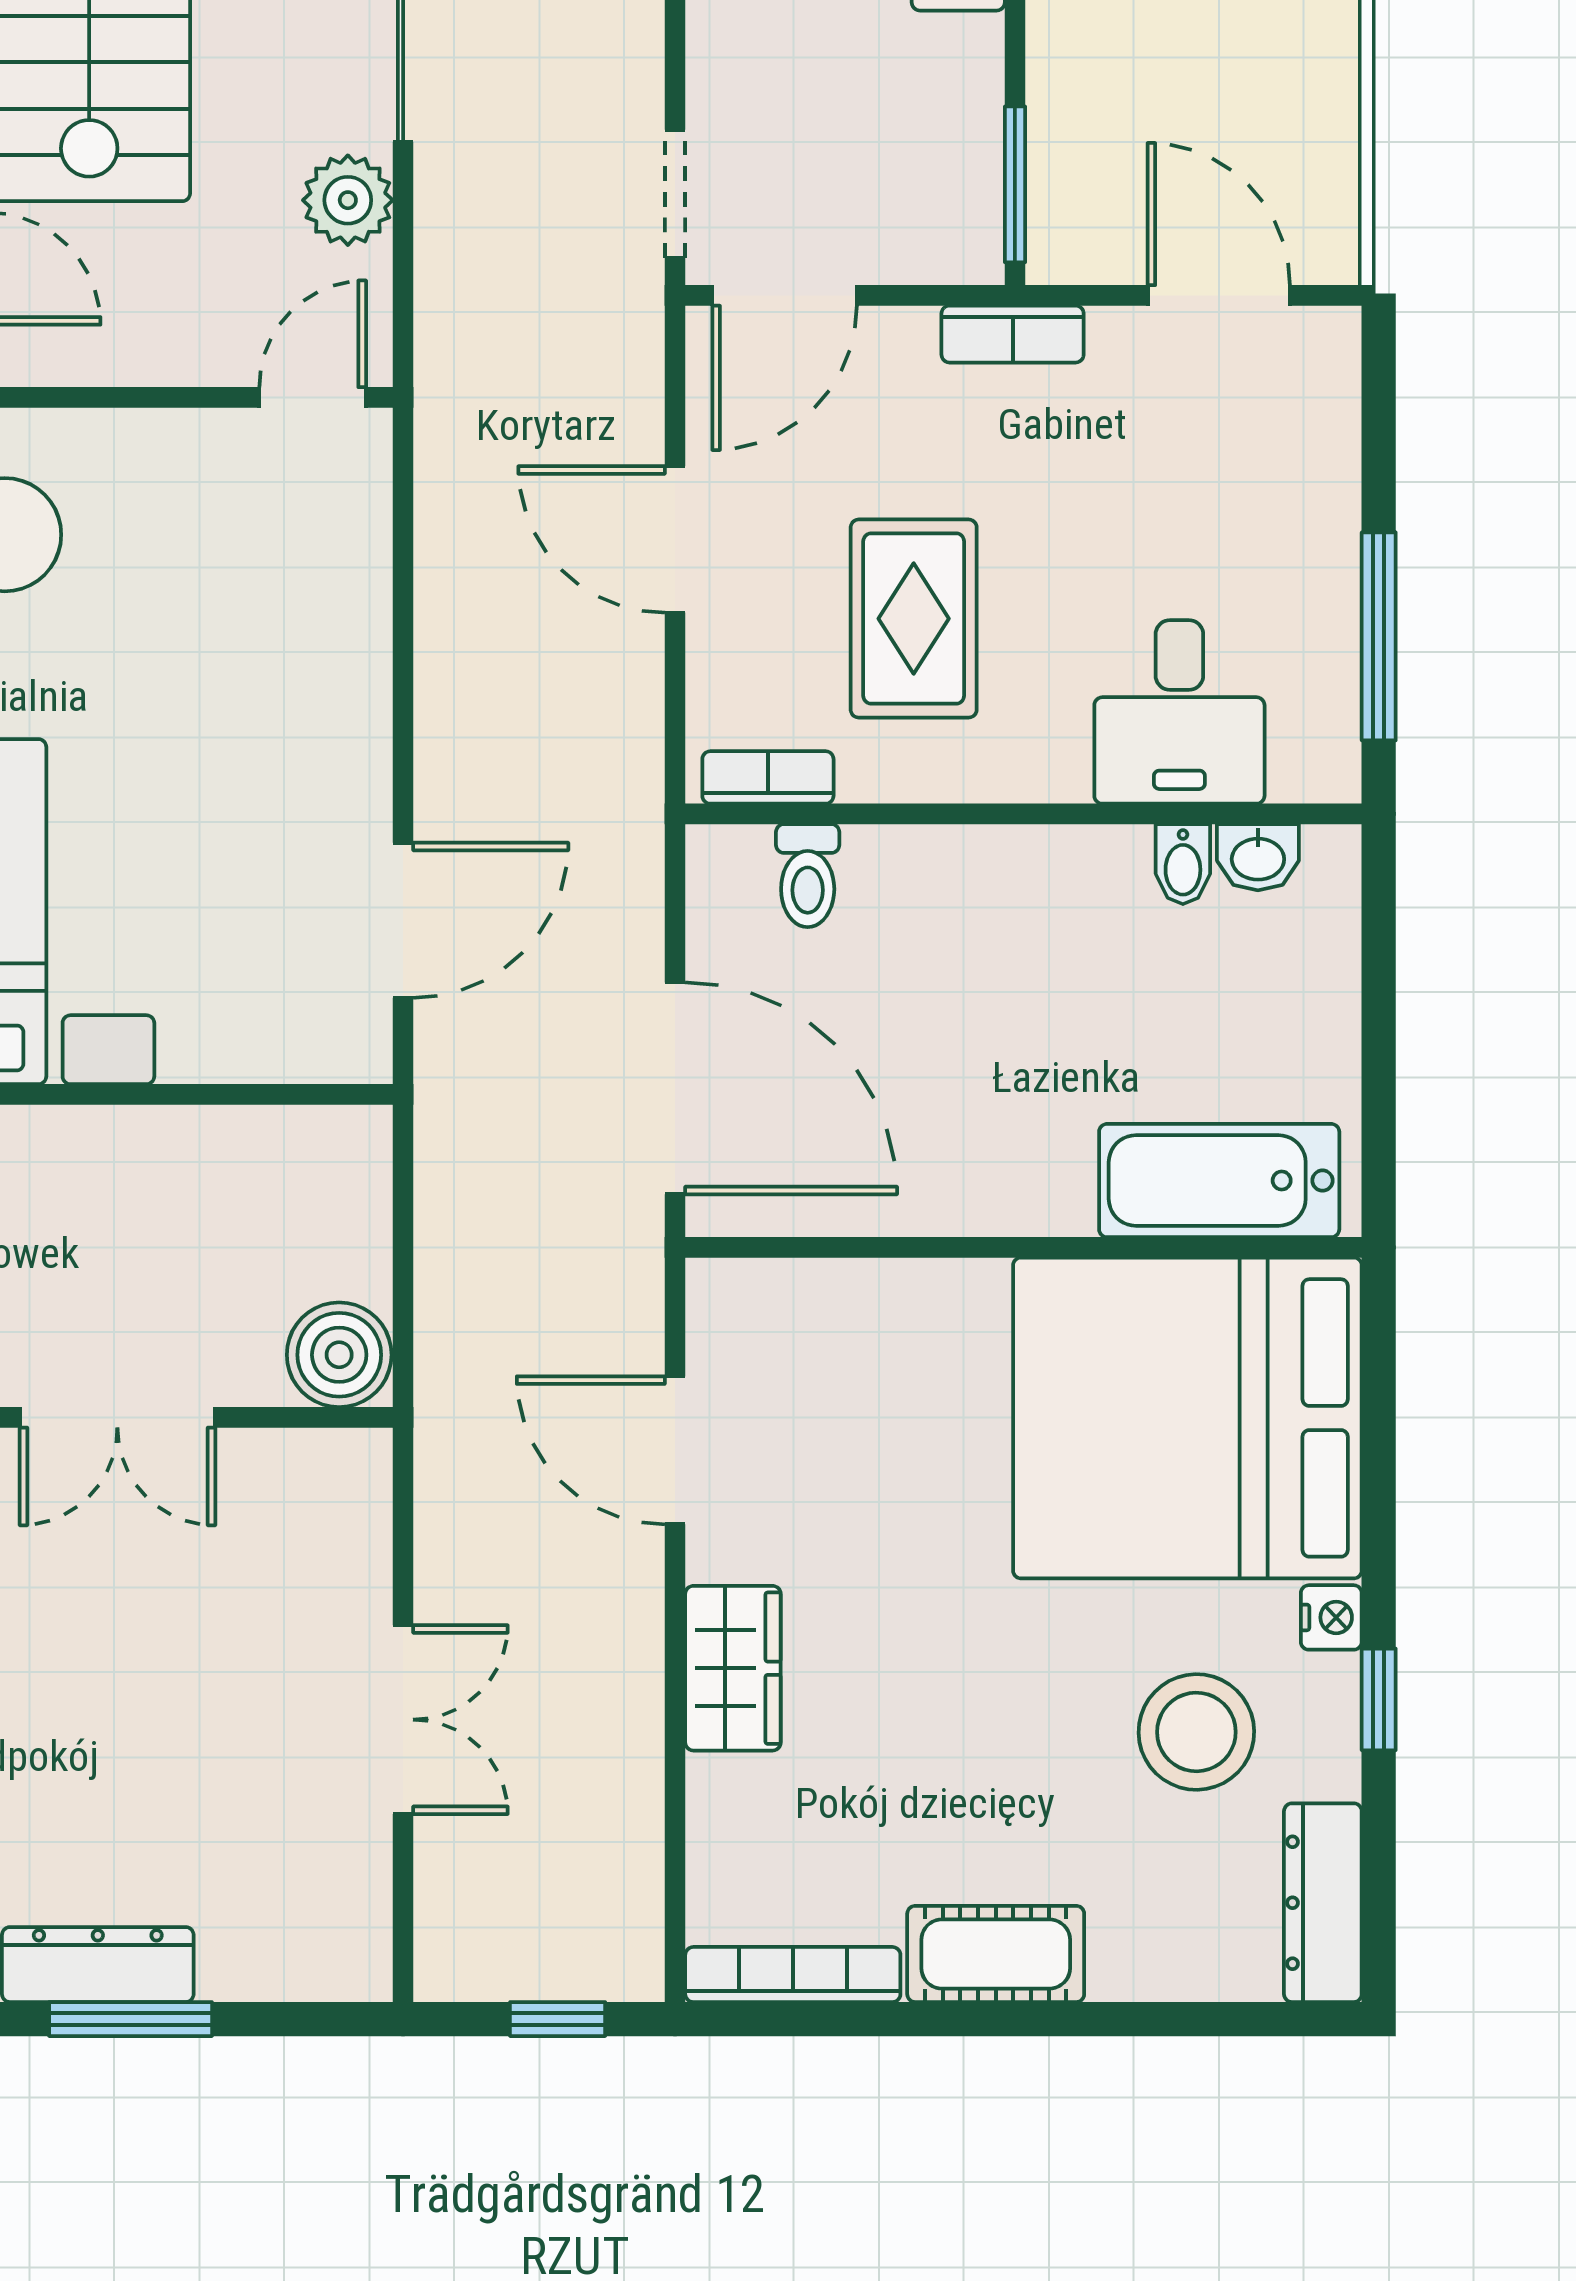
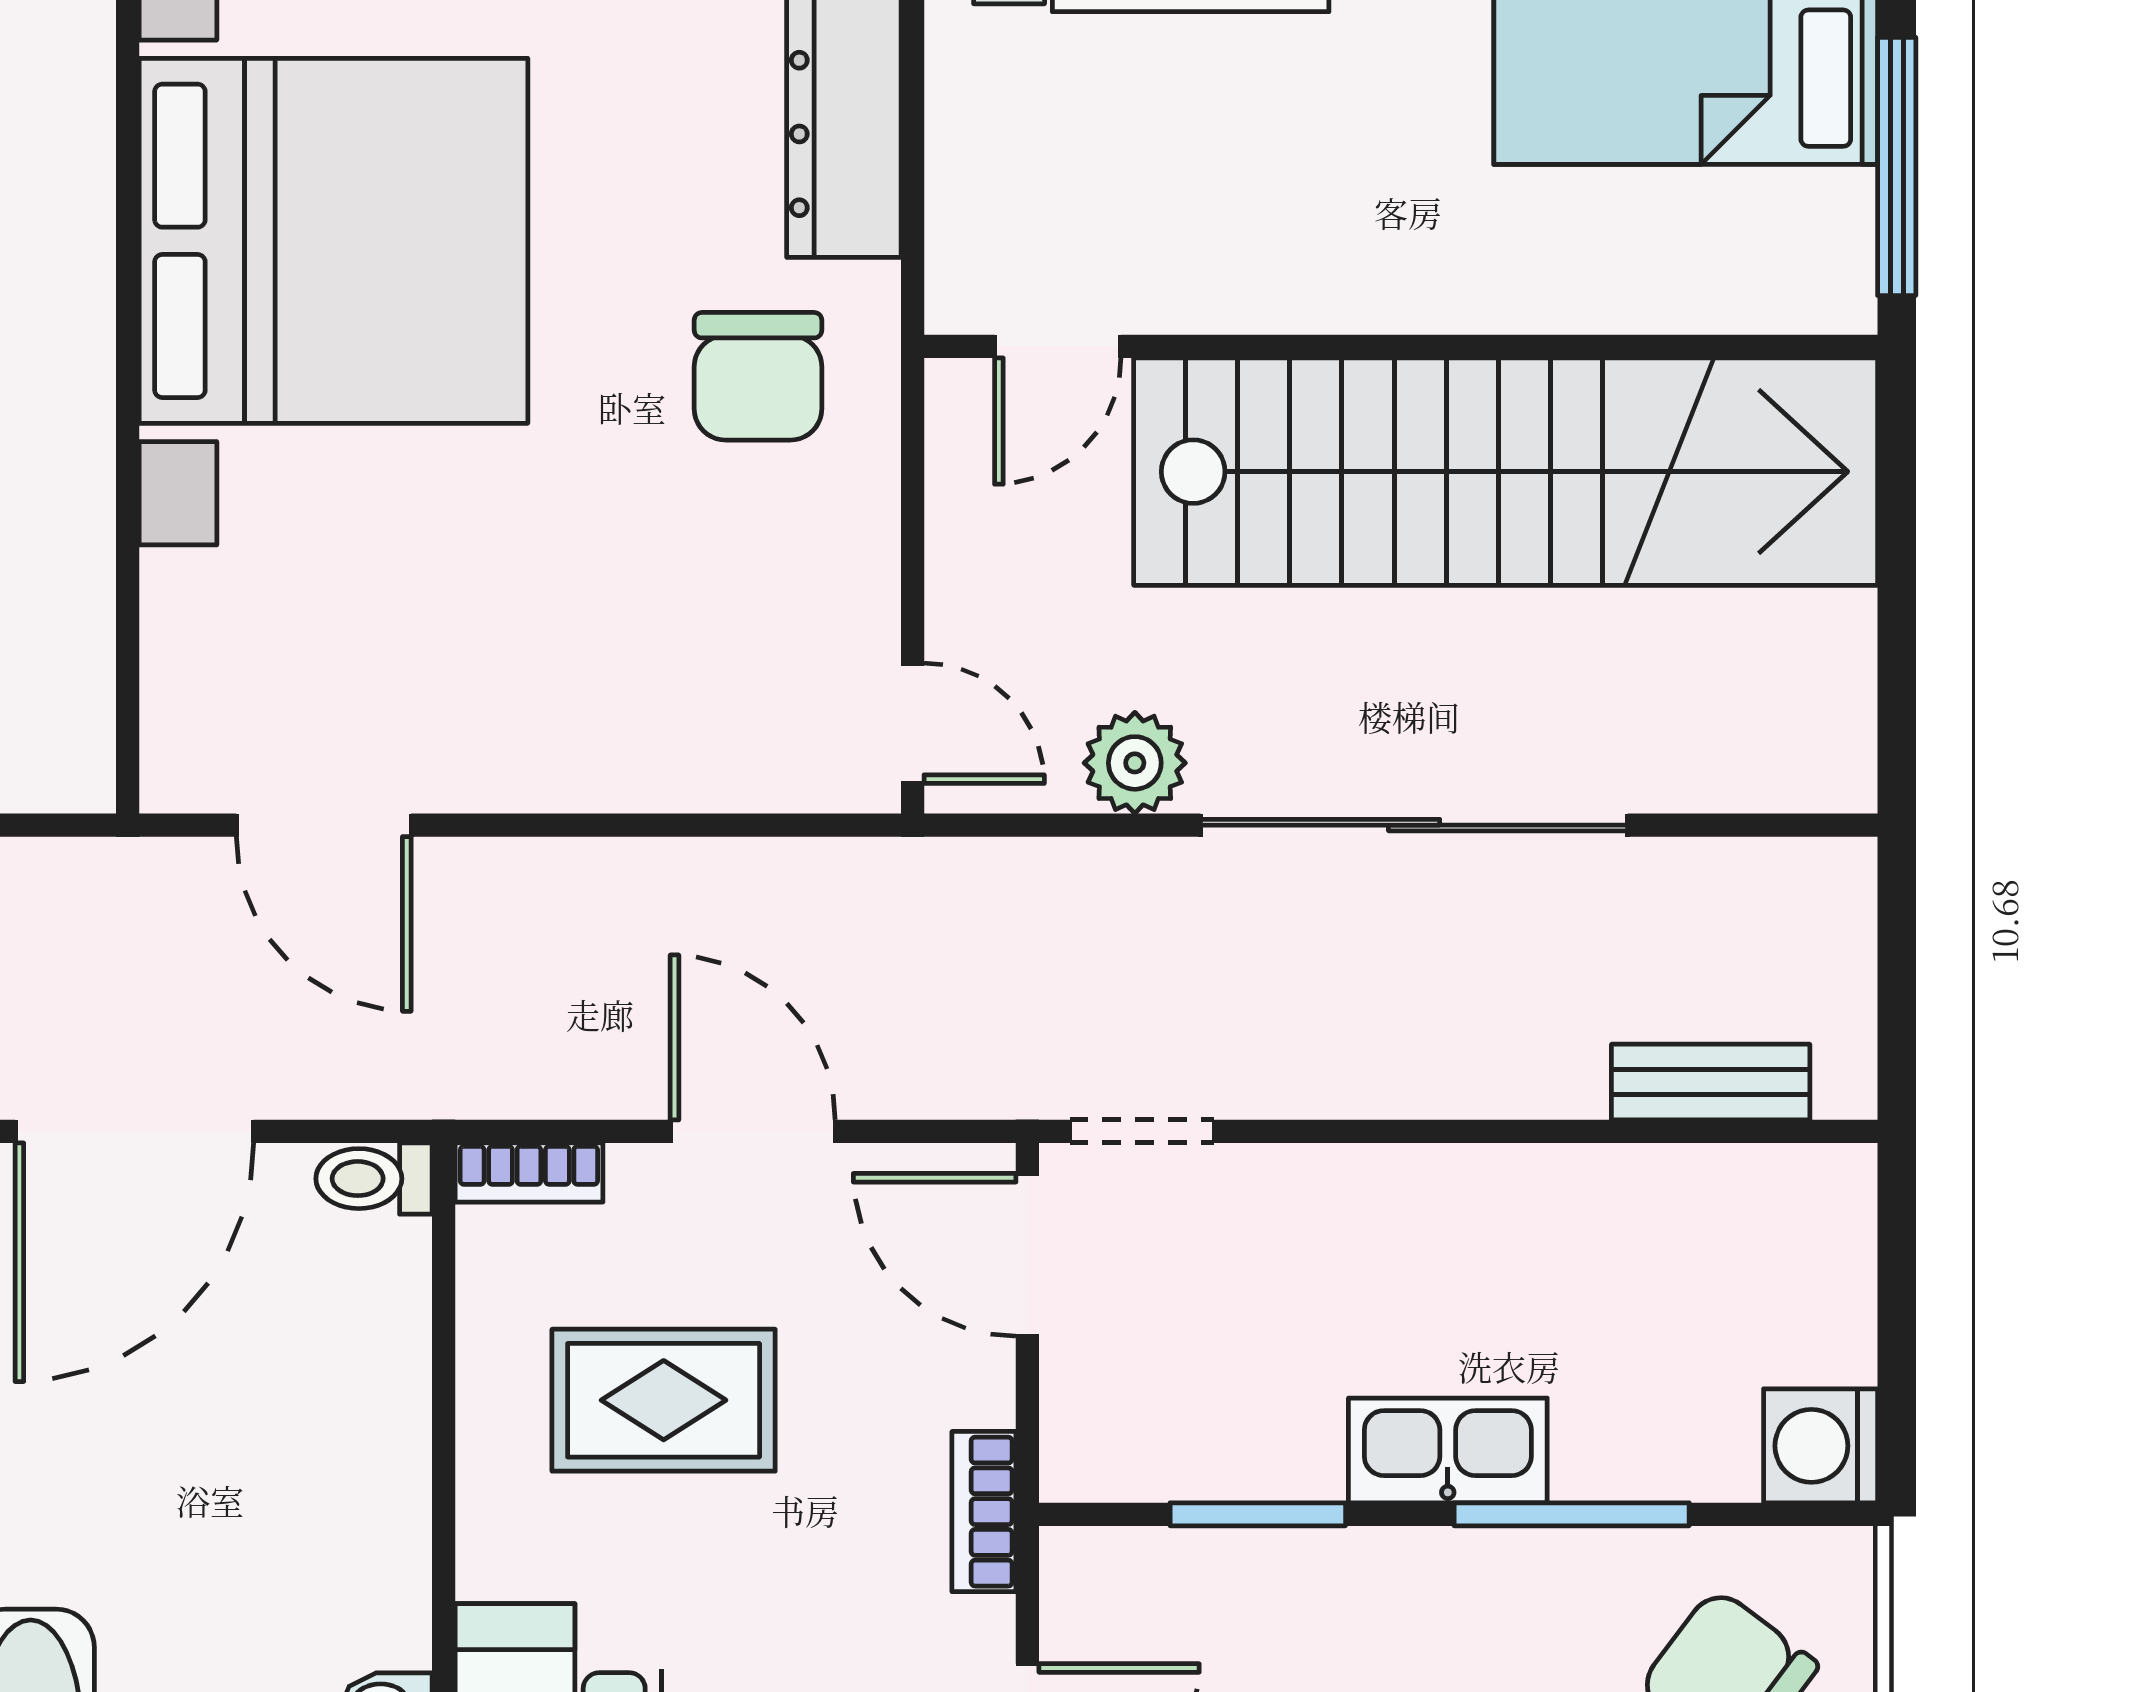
window: (1015, 184) -> (1258, 1514), moved
door: (675, 539) -> (753, 1131), hinge flipped
bookcase: (768, 777) -> (529, 1172), moved, turned 90
toilet: (808, 876) -> (374, 1179), moved

